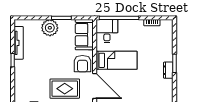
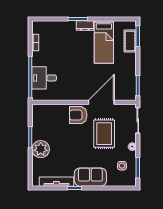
desk: (107, 31) -> (44, 78), moved
sofa: (84, 35) -> (90, 177), moved, turned 180
bed: (117, 60) -> (104, 42), moved, turned 180
armchair: (82, 64) -> (78, 115), turned 180

